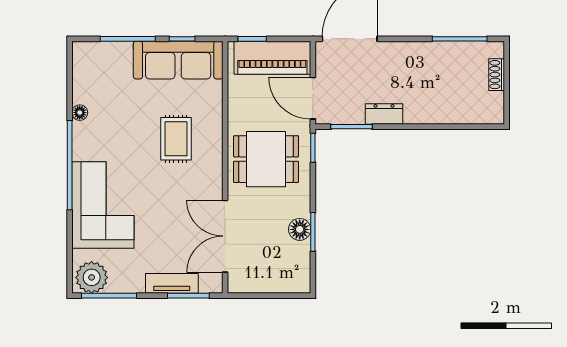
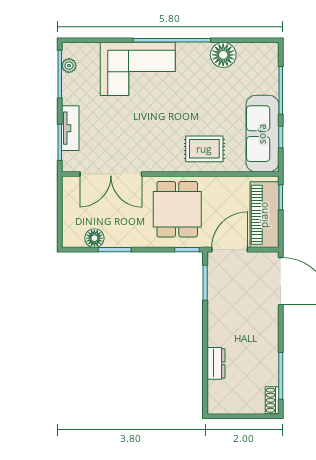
shoe rack: (497, 75) -> (272, 400), moved, turned -90
floor lamp: (80, 113) -> (223, 55), width x1.89, depth x1.89
dresser: (384, 114) -> (216, 363), moved
rug: (176, 139) -> (204, 149), moved
floor lamp: (300, 229) -> (94, 238), moved
double door: (225, 236) -> (111, 174), swing flipped
plant: (92, 277) -> (69, 66), width x0.53, depth x0.53

